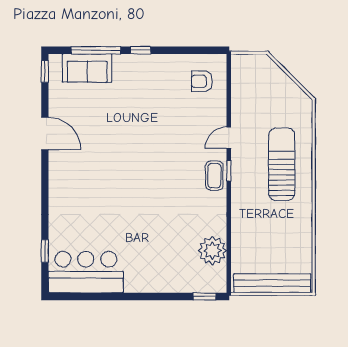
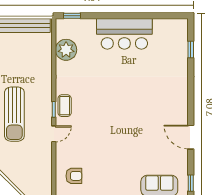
bar counter: (86, 272) -> (124, 34), moved

